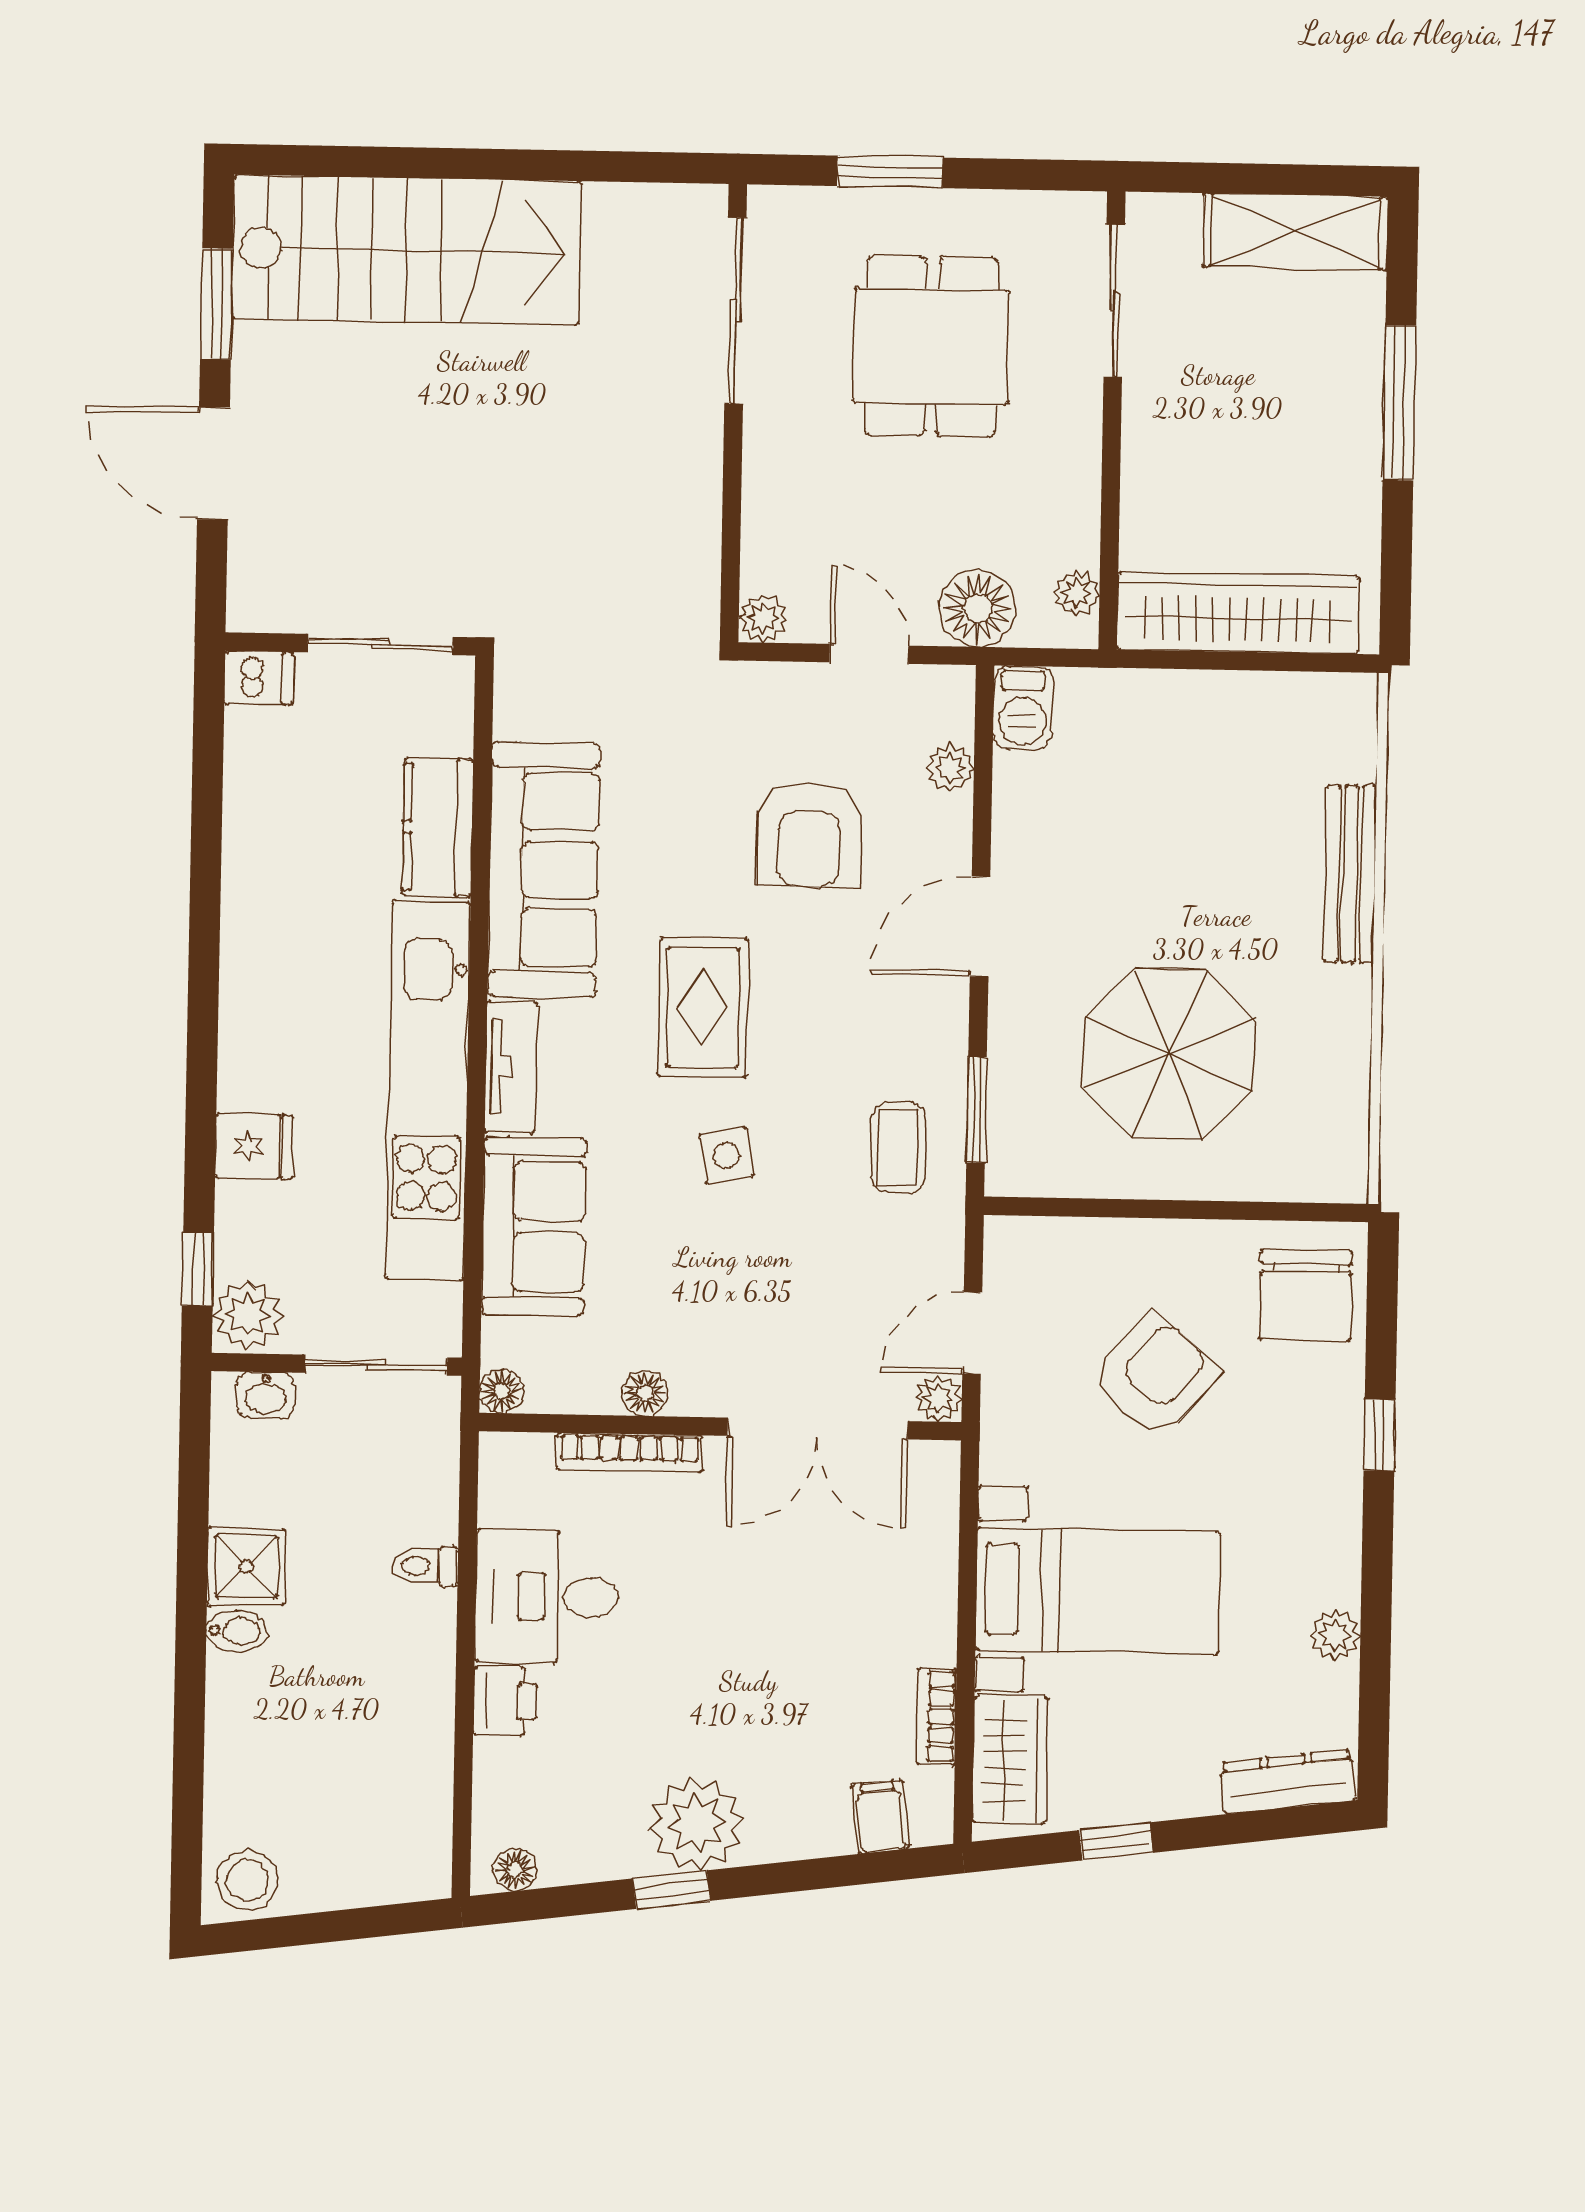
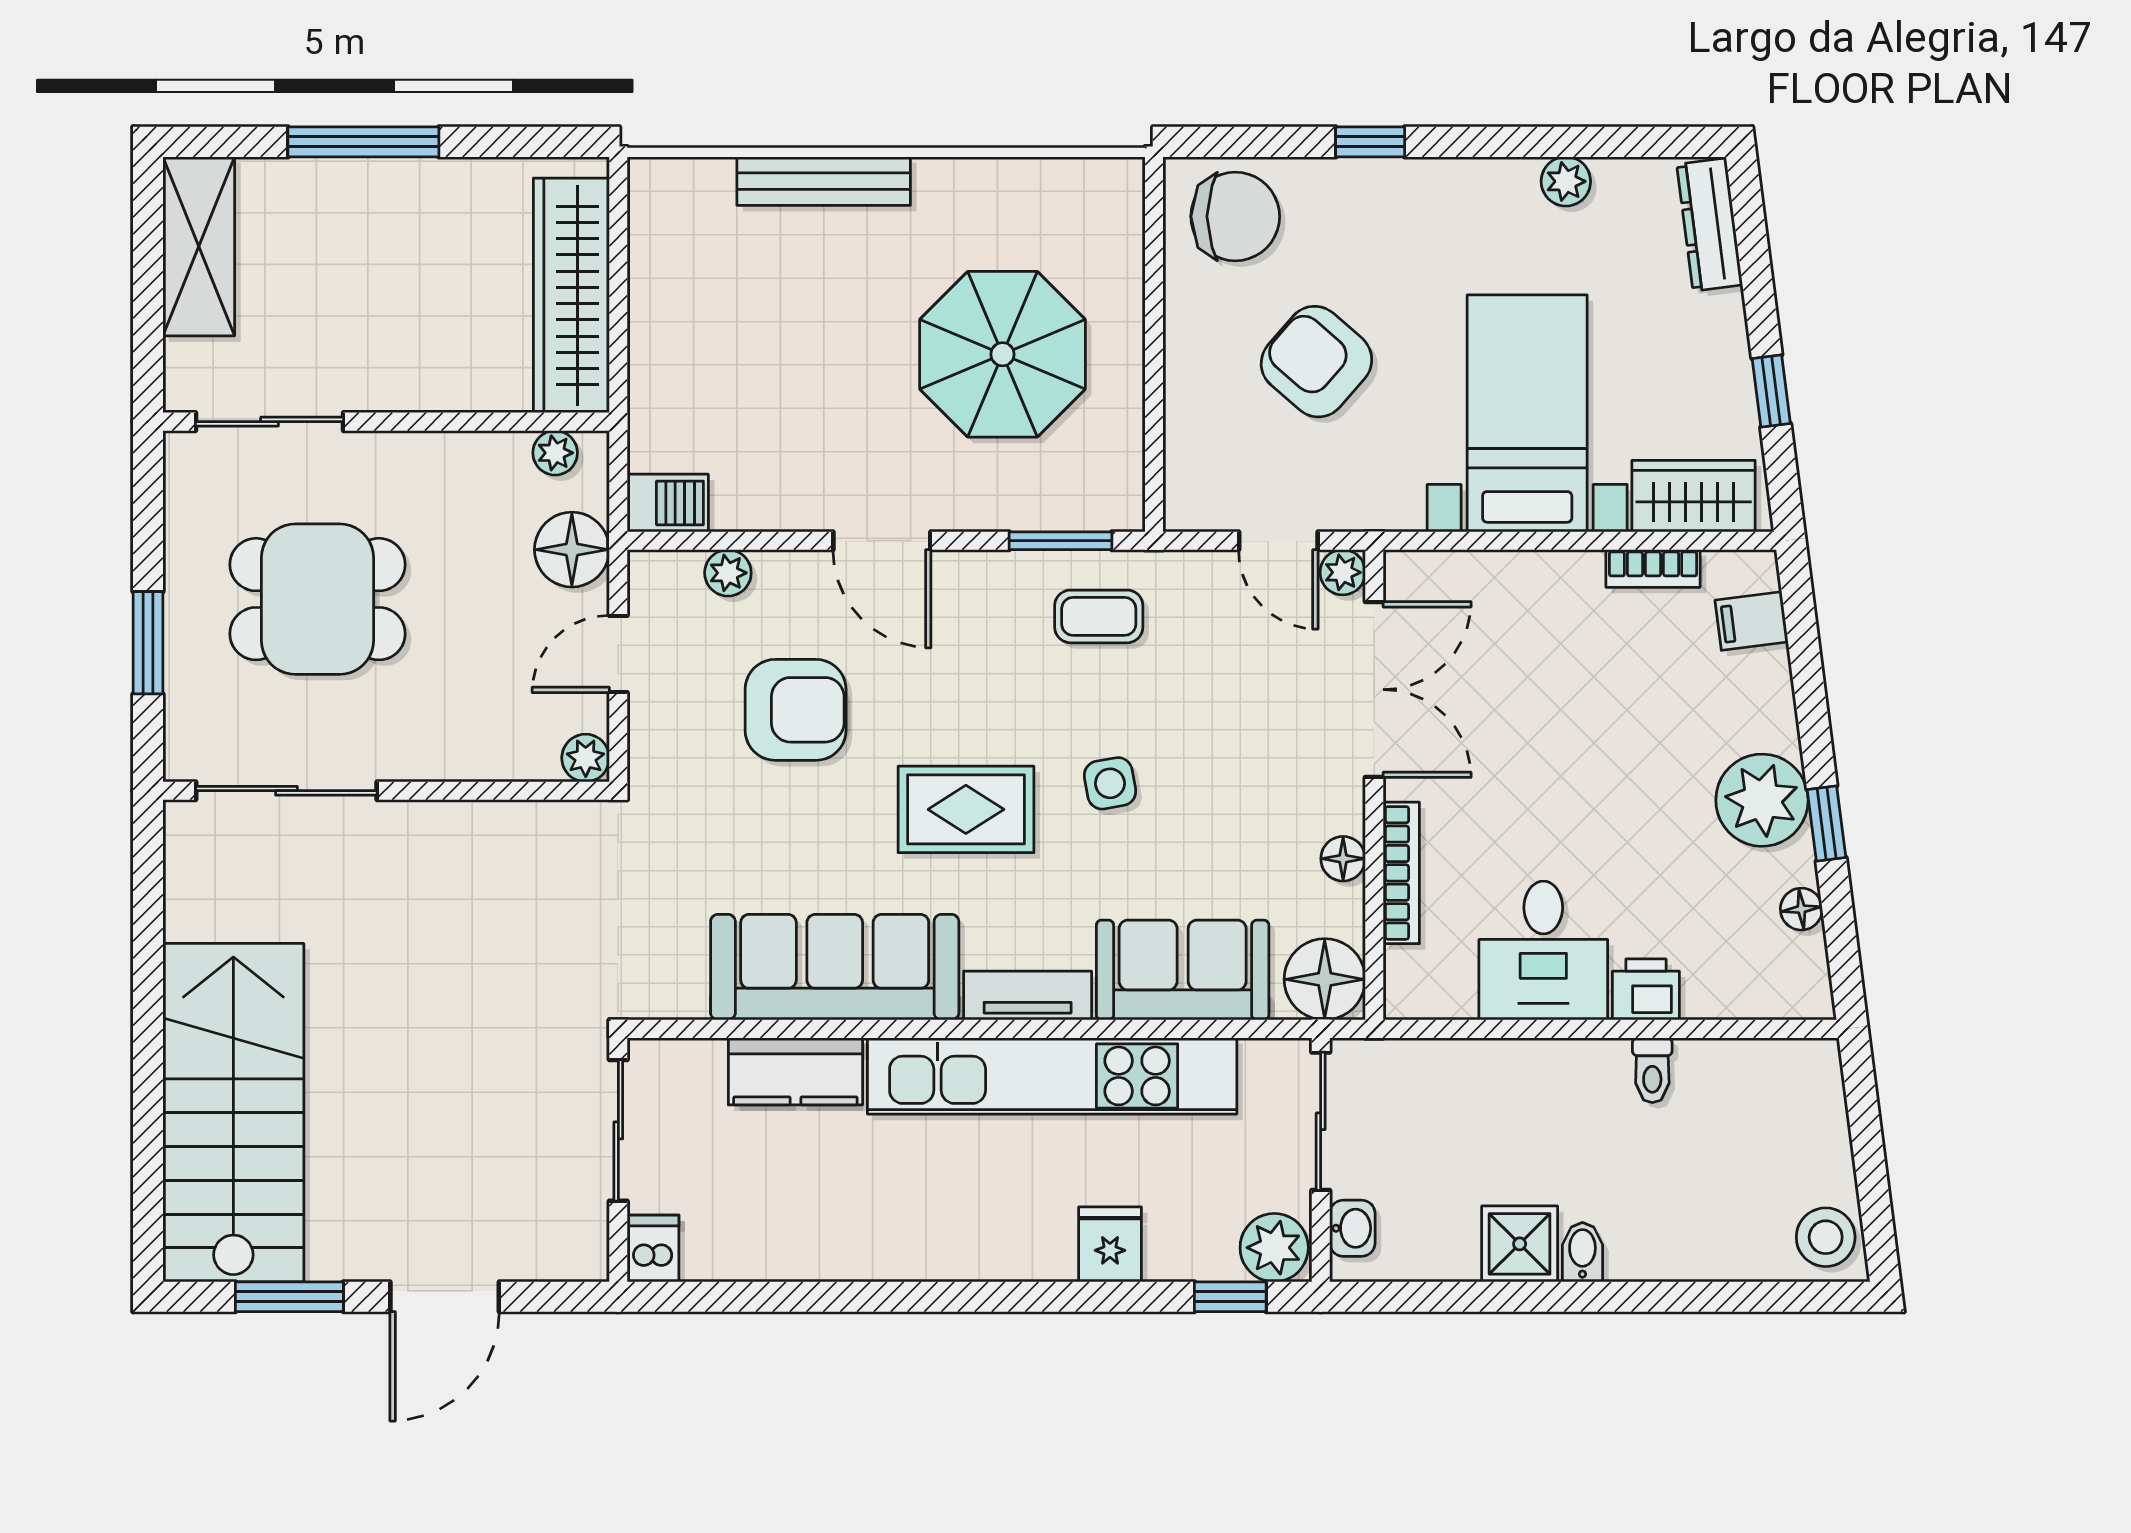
floor lamp: (502, 1391) -> (1325, 979), width x1.89, depth x1.89
toilet: (425, 1566) -> (1652, 1070), moved
floor lamp: (515, 1870) -> (1801, 909), moved

